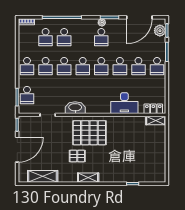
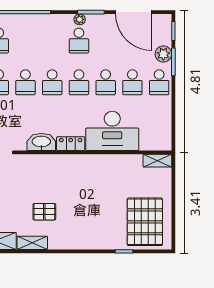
door: (139, 17) -> (134, 12), hinge flipped
plant: (160, 31) -> (163, 54), moved
school desk: (64, 37) -> (25, 41), removed
desk: (124, 103) -> (112, 131), width x1.36, depth x1.30
locker: (153, 109) -> (71, 144), moved
pallet: (89, 133) -> (145, 222), moved, turned 90
shelving: (88, 178) -> (32, 243), moved

